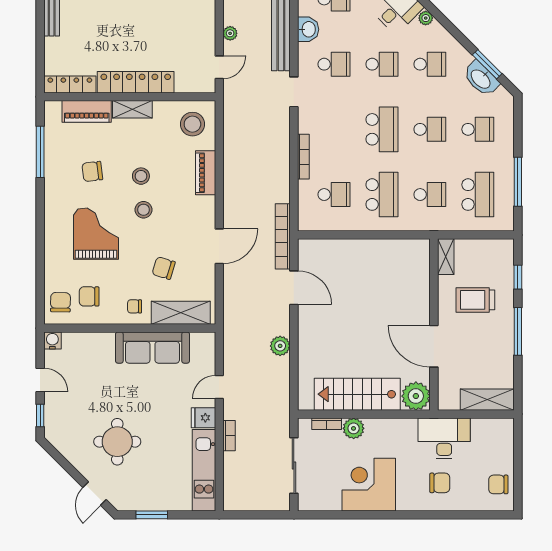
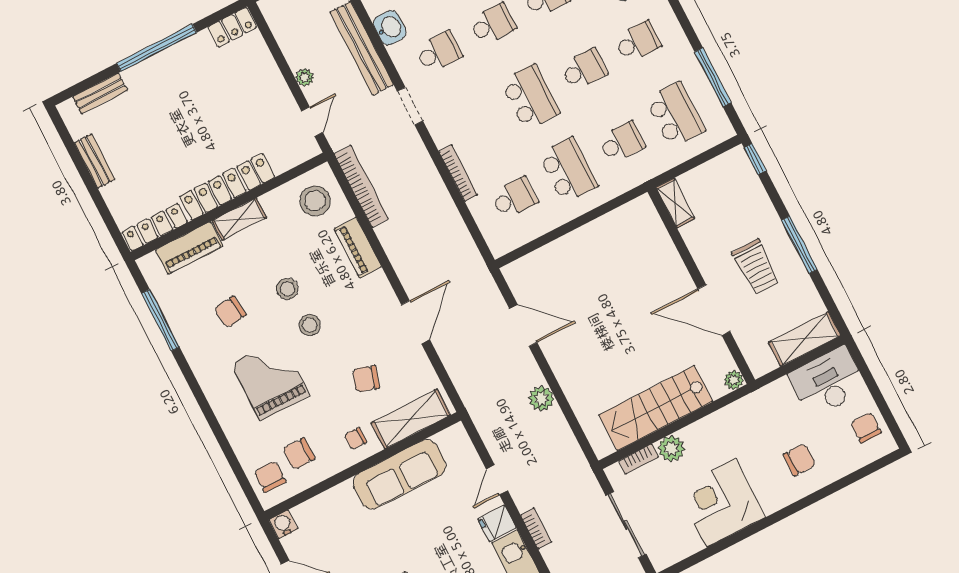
bookcase: (283, 236) -> (361, 186), moved, turned 180
window: (518, 277) -> (755, 159), moved
trolley: (475, 300) -> (756, 267), moved, turned -90
plant: (416, 396) -> (734, 380), width x0.53, depth x0.53
desk: (444, 438) -> (828, 382), moved
chair: (498, 484) -> (866, 428), turned 90

